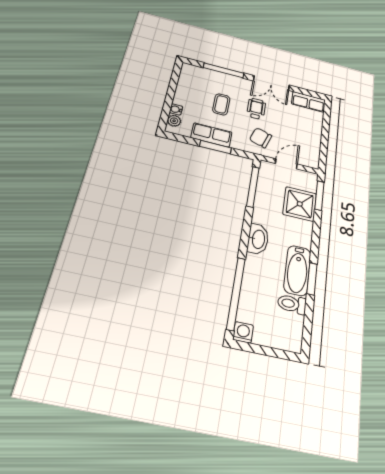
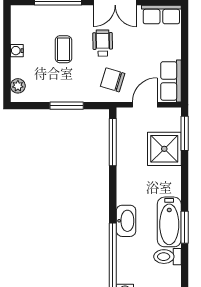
water cooler: (176, 109) -> (17, 51), moved
row of seats: (211, 135) -> (171, 81), moved, turned -90
washbasin: (258, 239) -> (126, 221), moved

